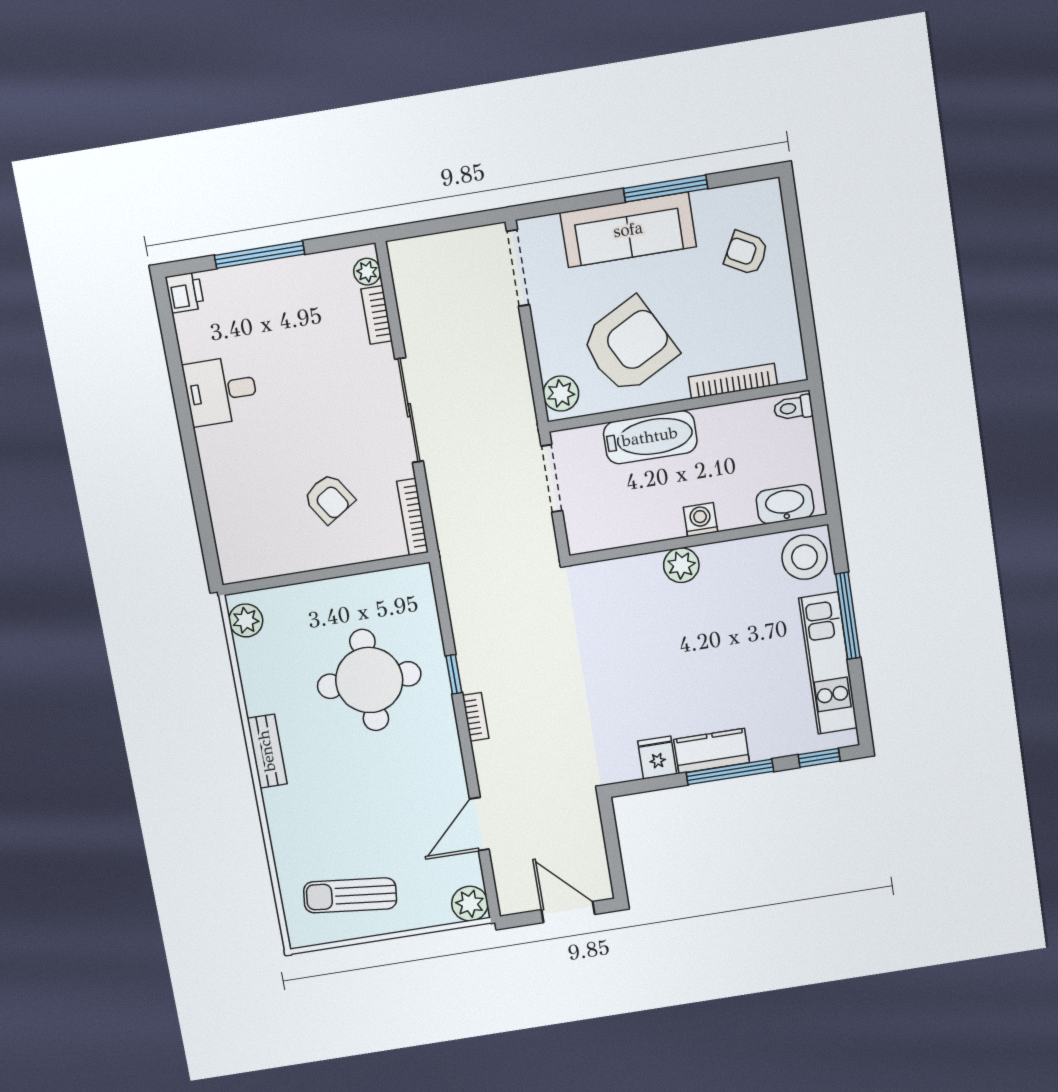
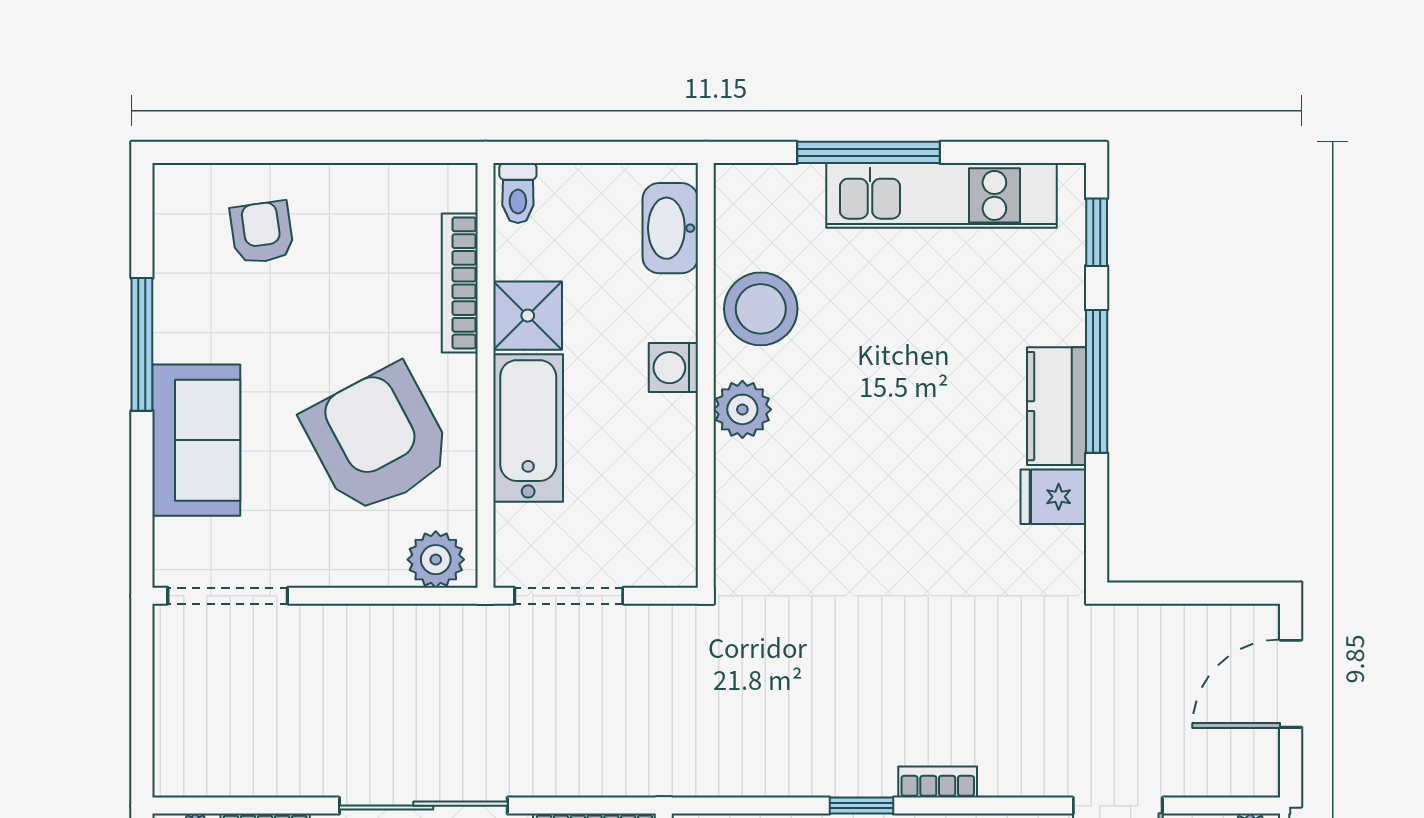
sofa: (628, 230) -> (196, 440), width x0.73
armchair: (746, 253) -> (262, 232), turned 144
shower: (719, 426) -> (528, 316), added
stool: (805, 557) -> (761, 309), moved

